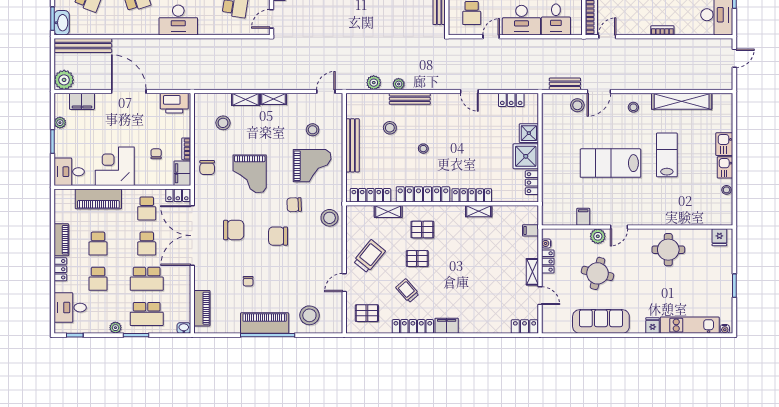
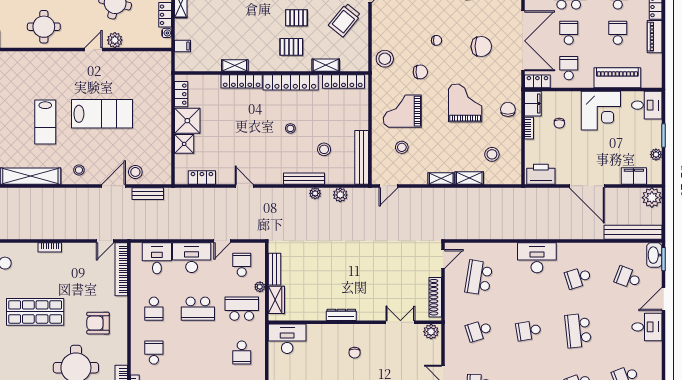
bench: (352, 145) -> (362, 157), moved
filing cabinet: (583, 217) -> (129, 60), removed
chair: (234, 230) -> (481, 46), turned 180
chair: (278, 236) -> (437, 40), width x0.54, depth x0.54

